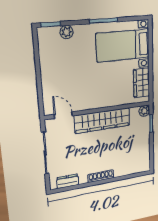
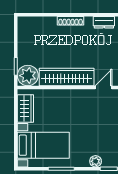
plant: (144, 111) -> (28, 76), width x1.87, depth x1.87
door: (63, 115) -> (104, 88), swing flipped

